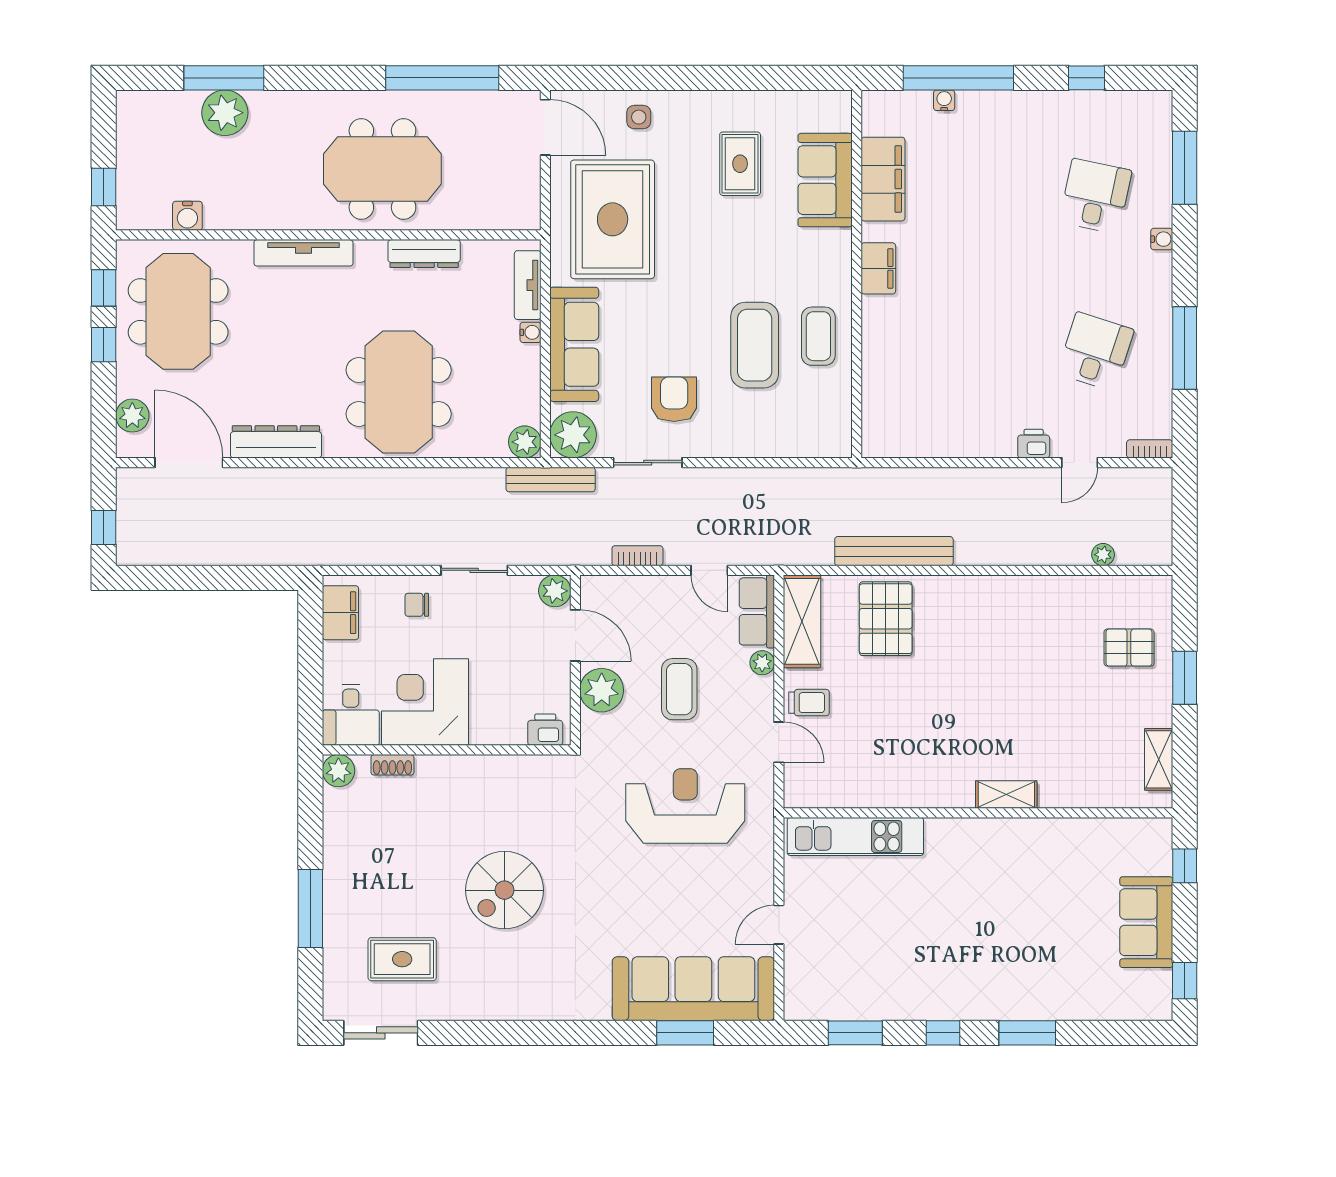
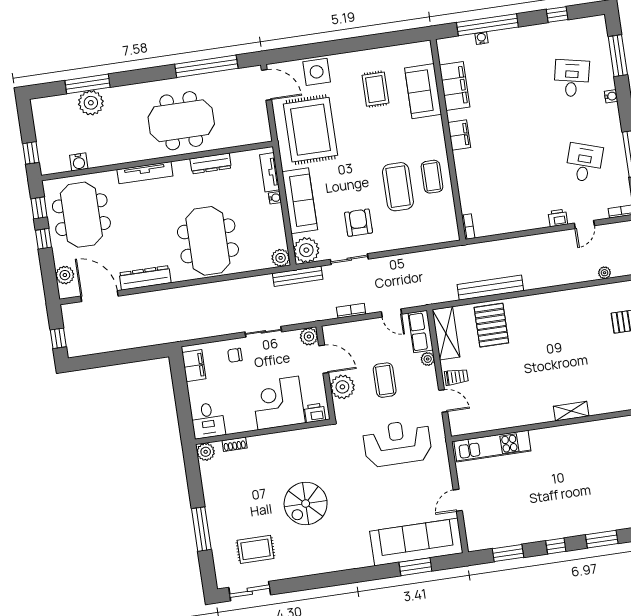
side table: (639, 117) -> (317, 72), width x1.87, depth x1.87
bookcase: (870, 436) -> (468, 227), added
corner desk: (425, 702) -> (278, 403), moved

